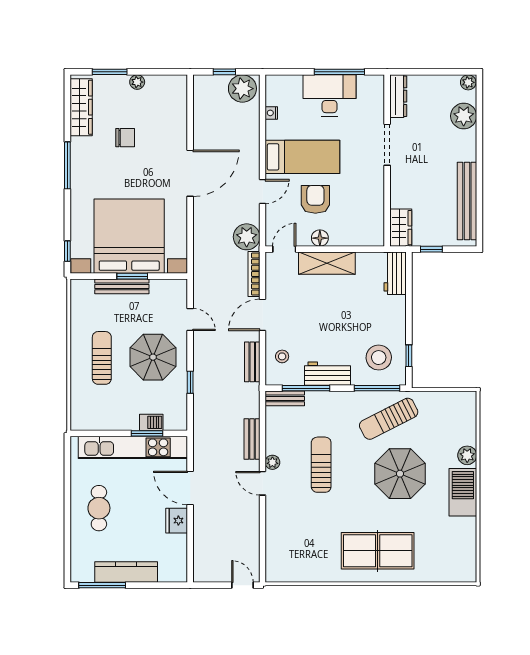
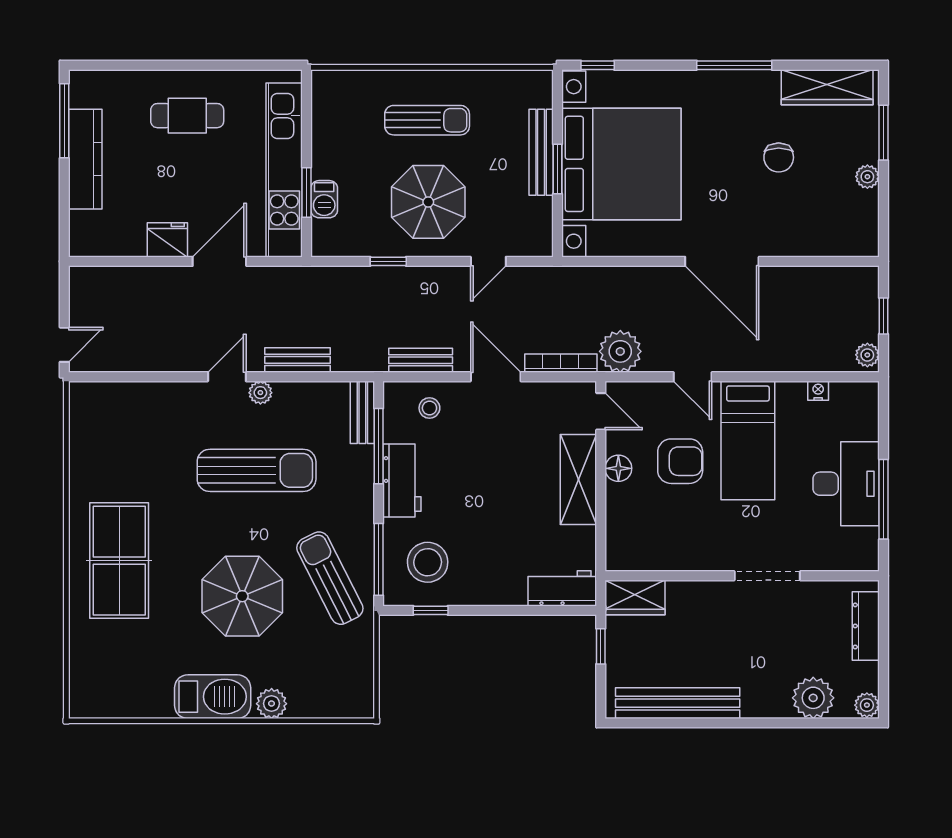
plant: (242, 89) -> (867, 355), width x0.53, depth x0.53
dresser: (398, 96) -> (866, 626), moved, turned 90
sun lounger: (321, 465) -> (257, 470), width x1.36, depth x1.34

